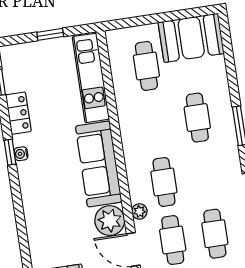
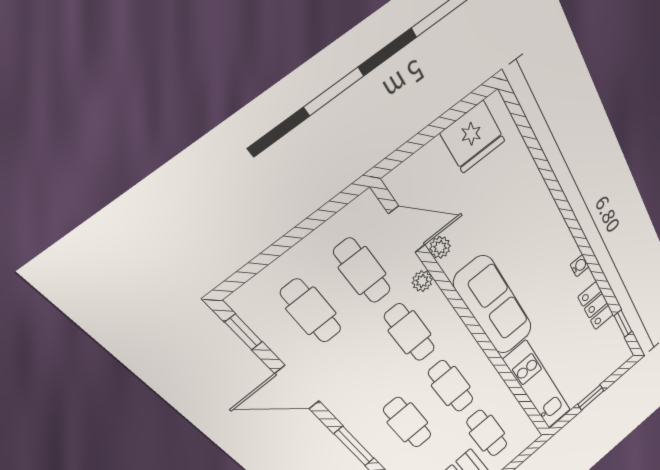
cafe table: (155, 124) -> (451, 386), added
window: (10, 152) -> (591, 260), removed
plant: (110, 221) -> (440, 247), width x0.53, depth x0.53

